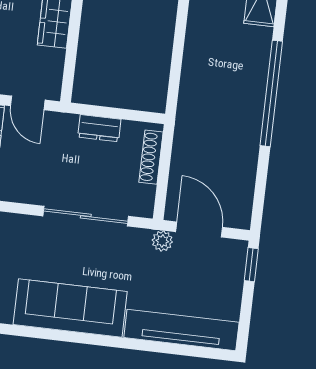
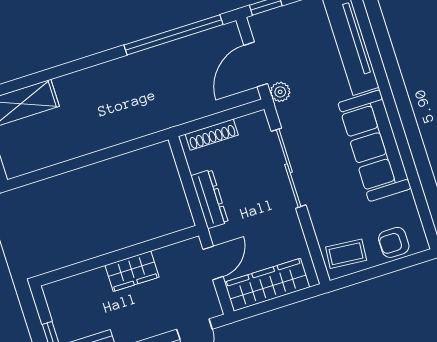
window: (271, 93) -> (173, 35), moved
dresser: (99, 128) -> (210, 199), width x1.44

